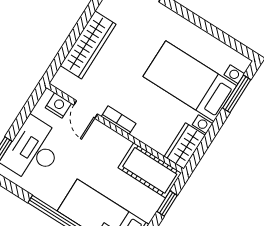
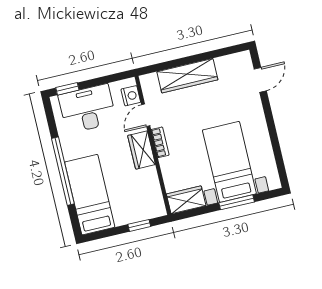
window: (237, 94) -> (237, 202), moved
wardrobe: (110, 141) -> (142, 150), added
cot: (150, 170) -> (149, 194), removed

